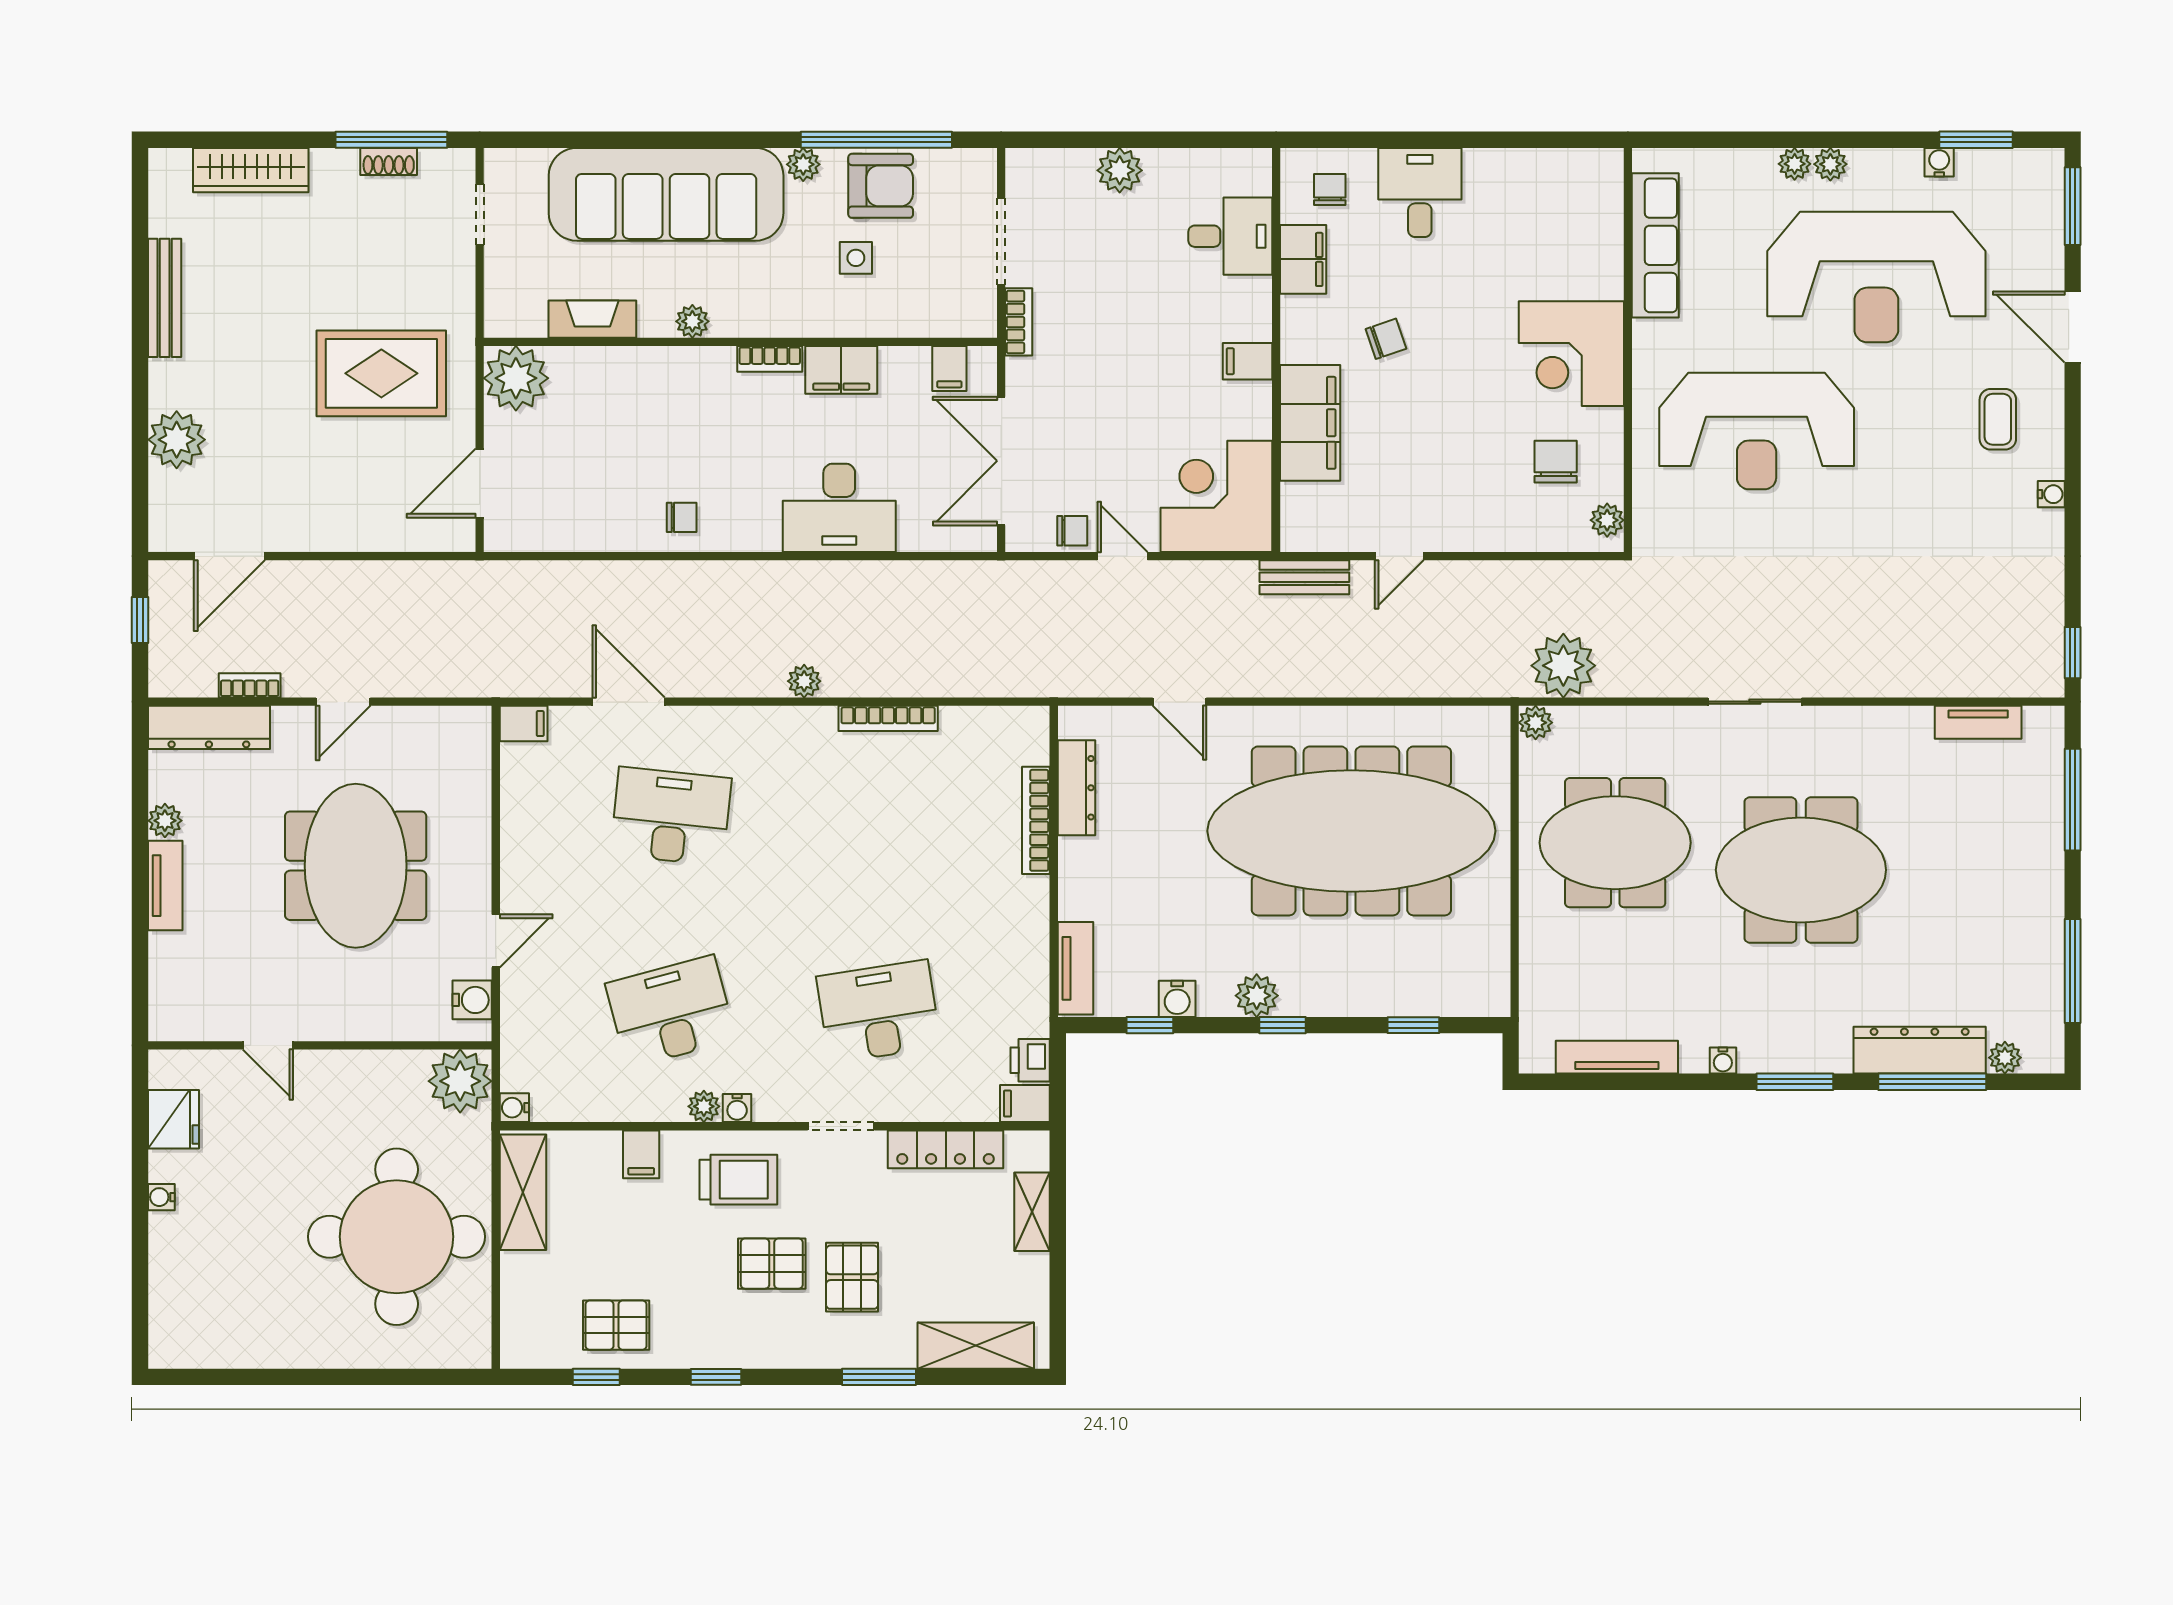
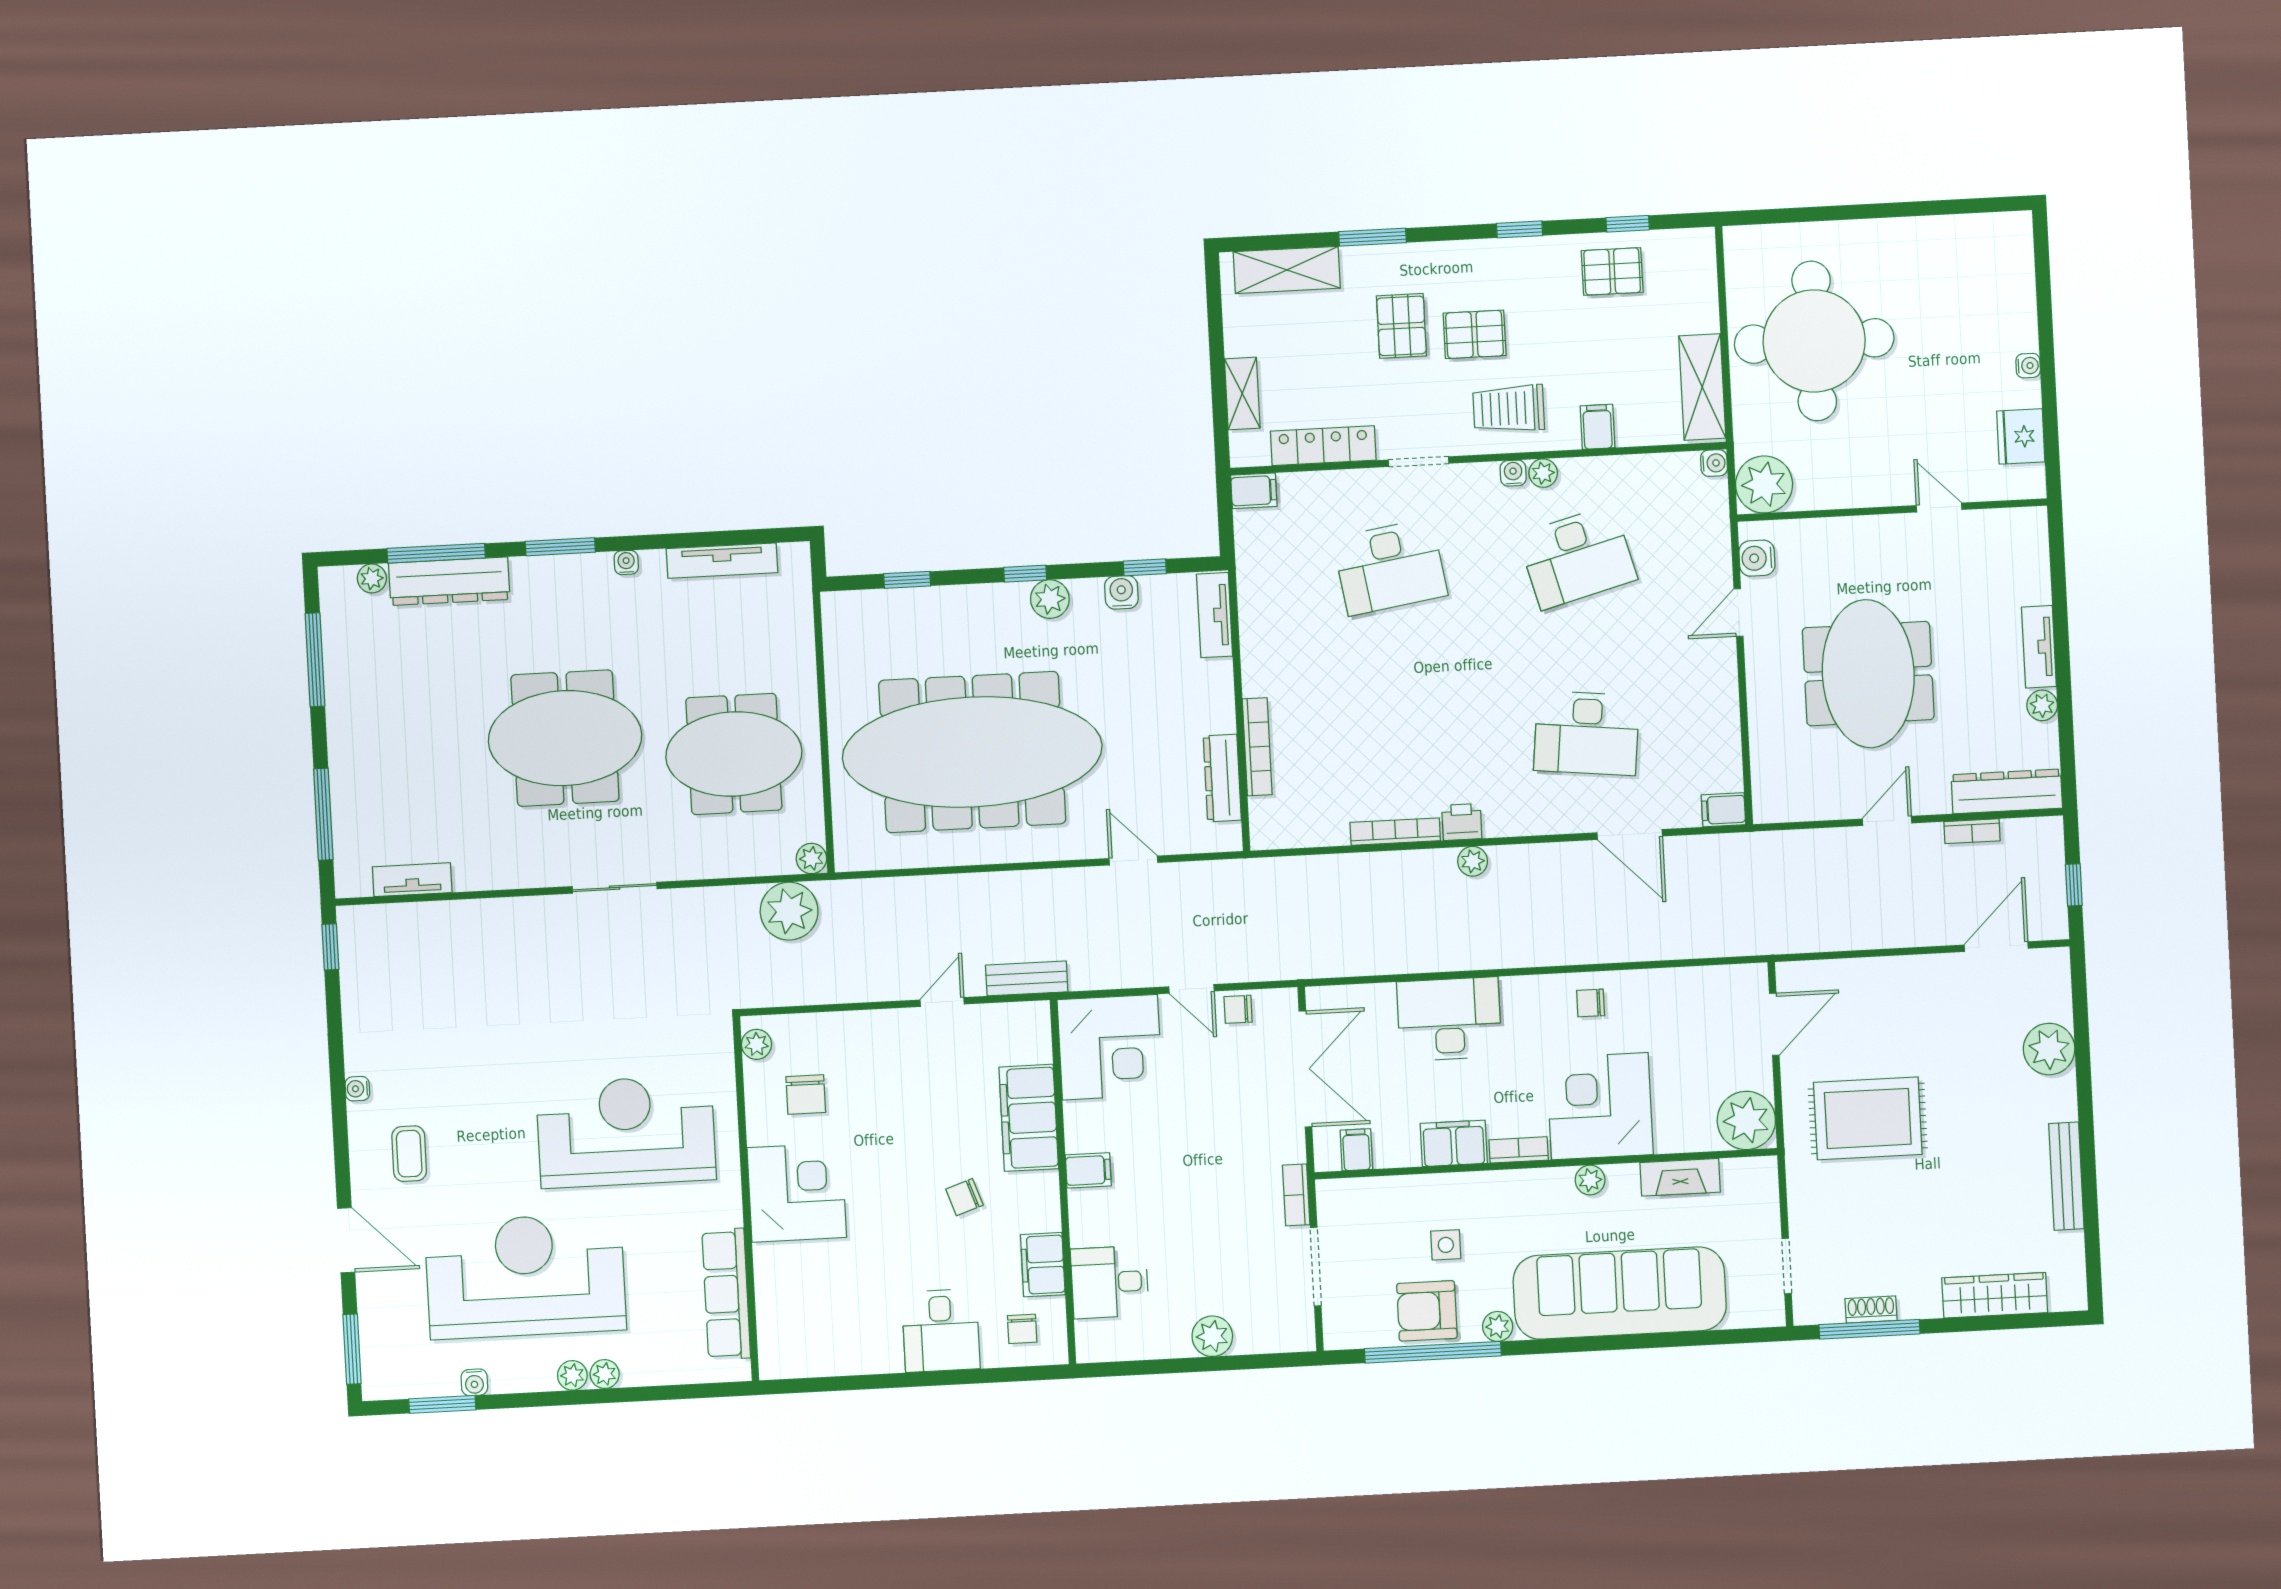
corner desk: (677, 403) -> (1600, 1106), added
printer: (1030, 1060) -> (1462, 822), moved, turned -90

